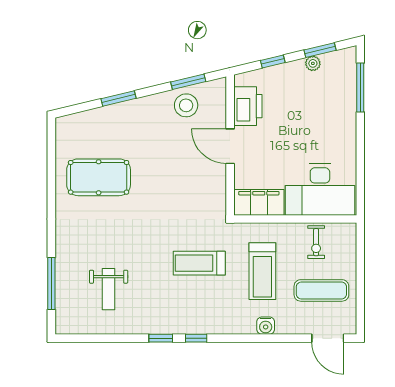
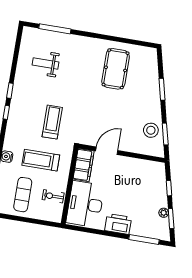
printer: (248, 106) -> (118, 224), moved, turned 180
door: (230, 146) -> (107, 151), moved

